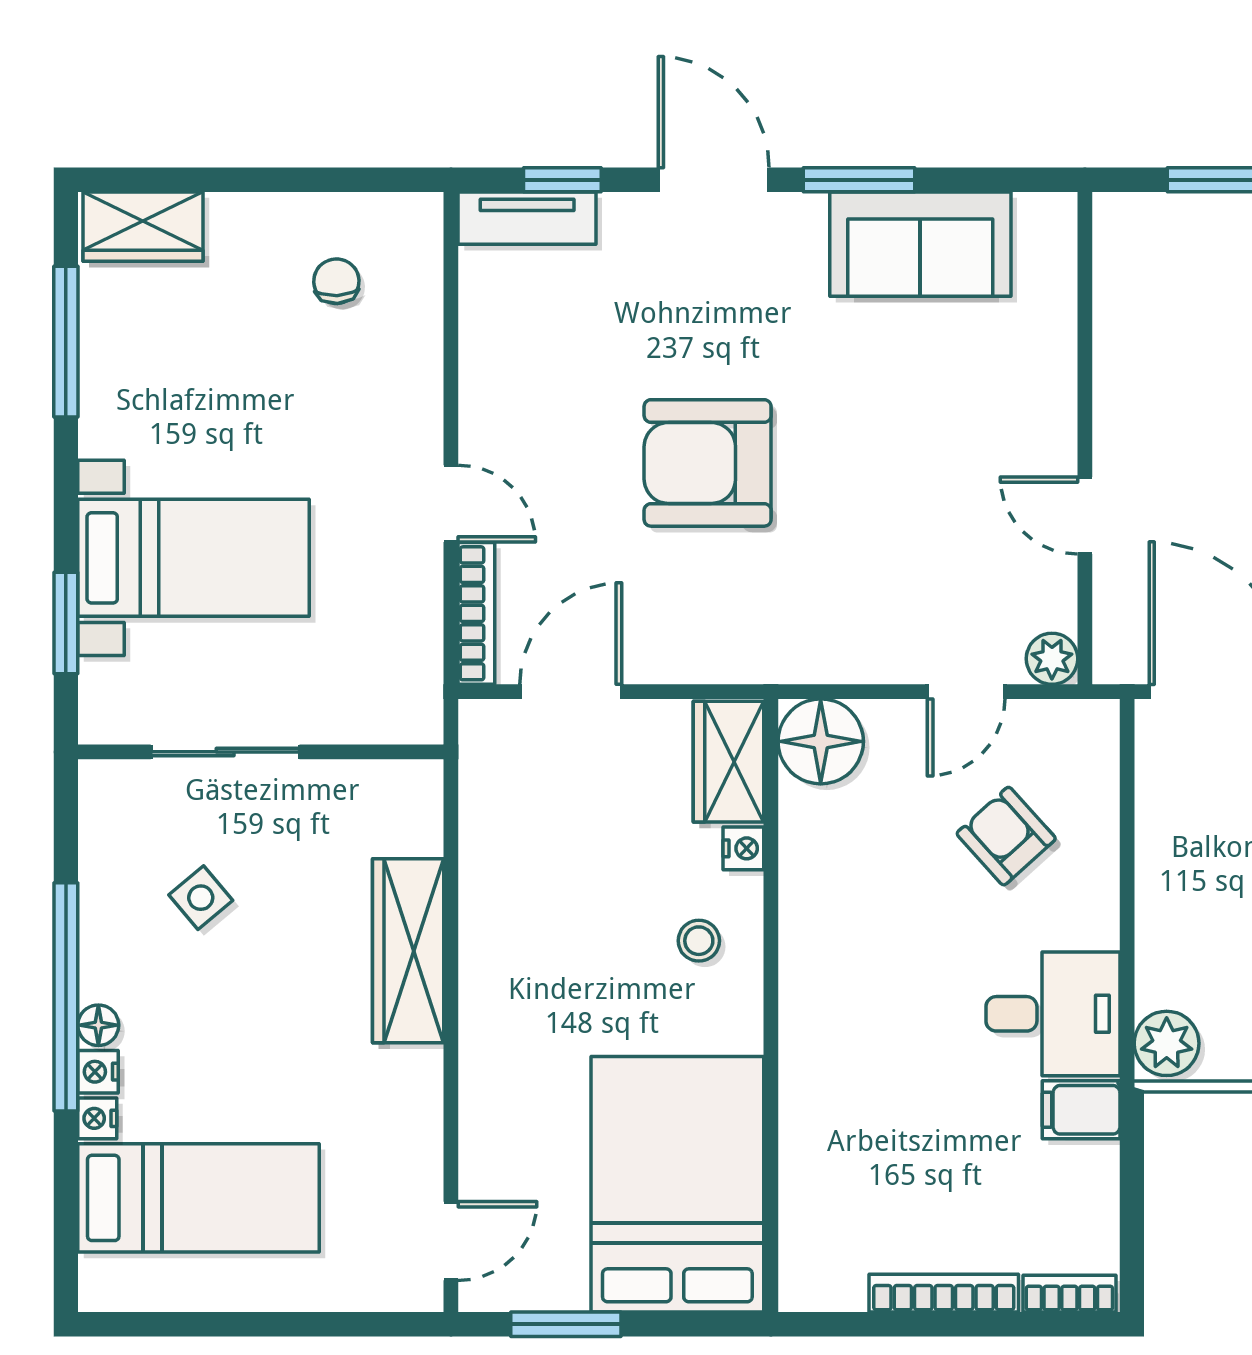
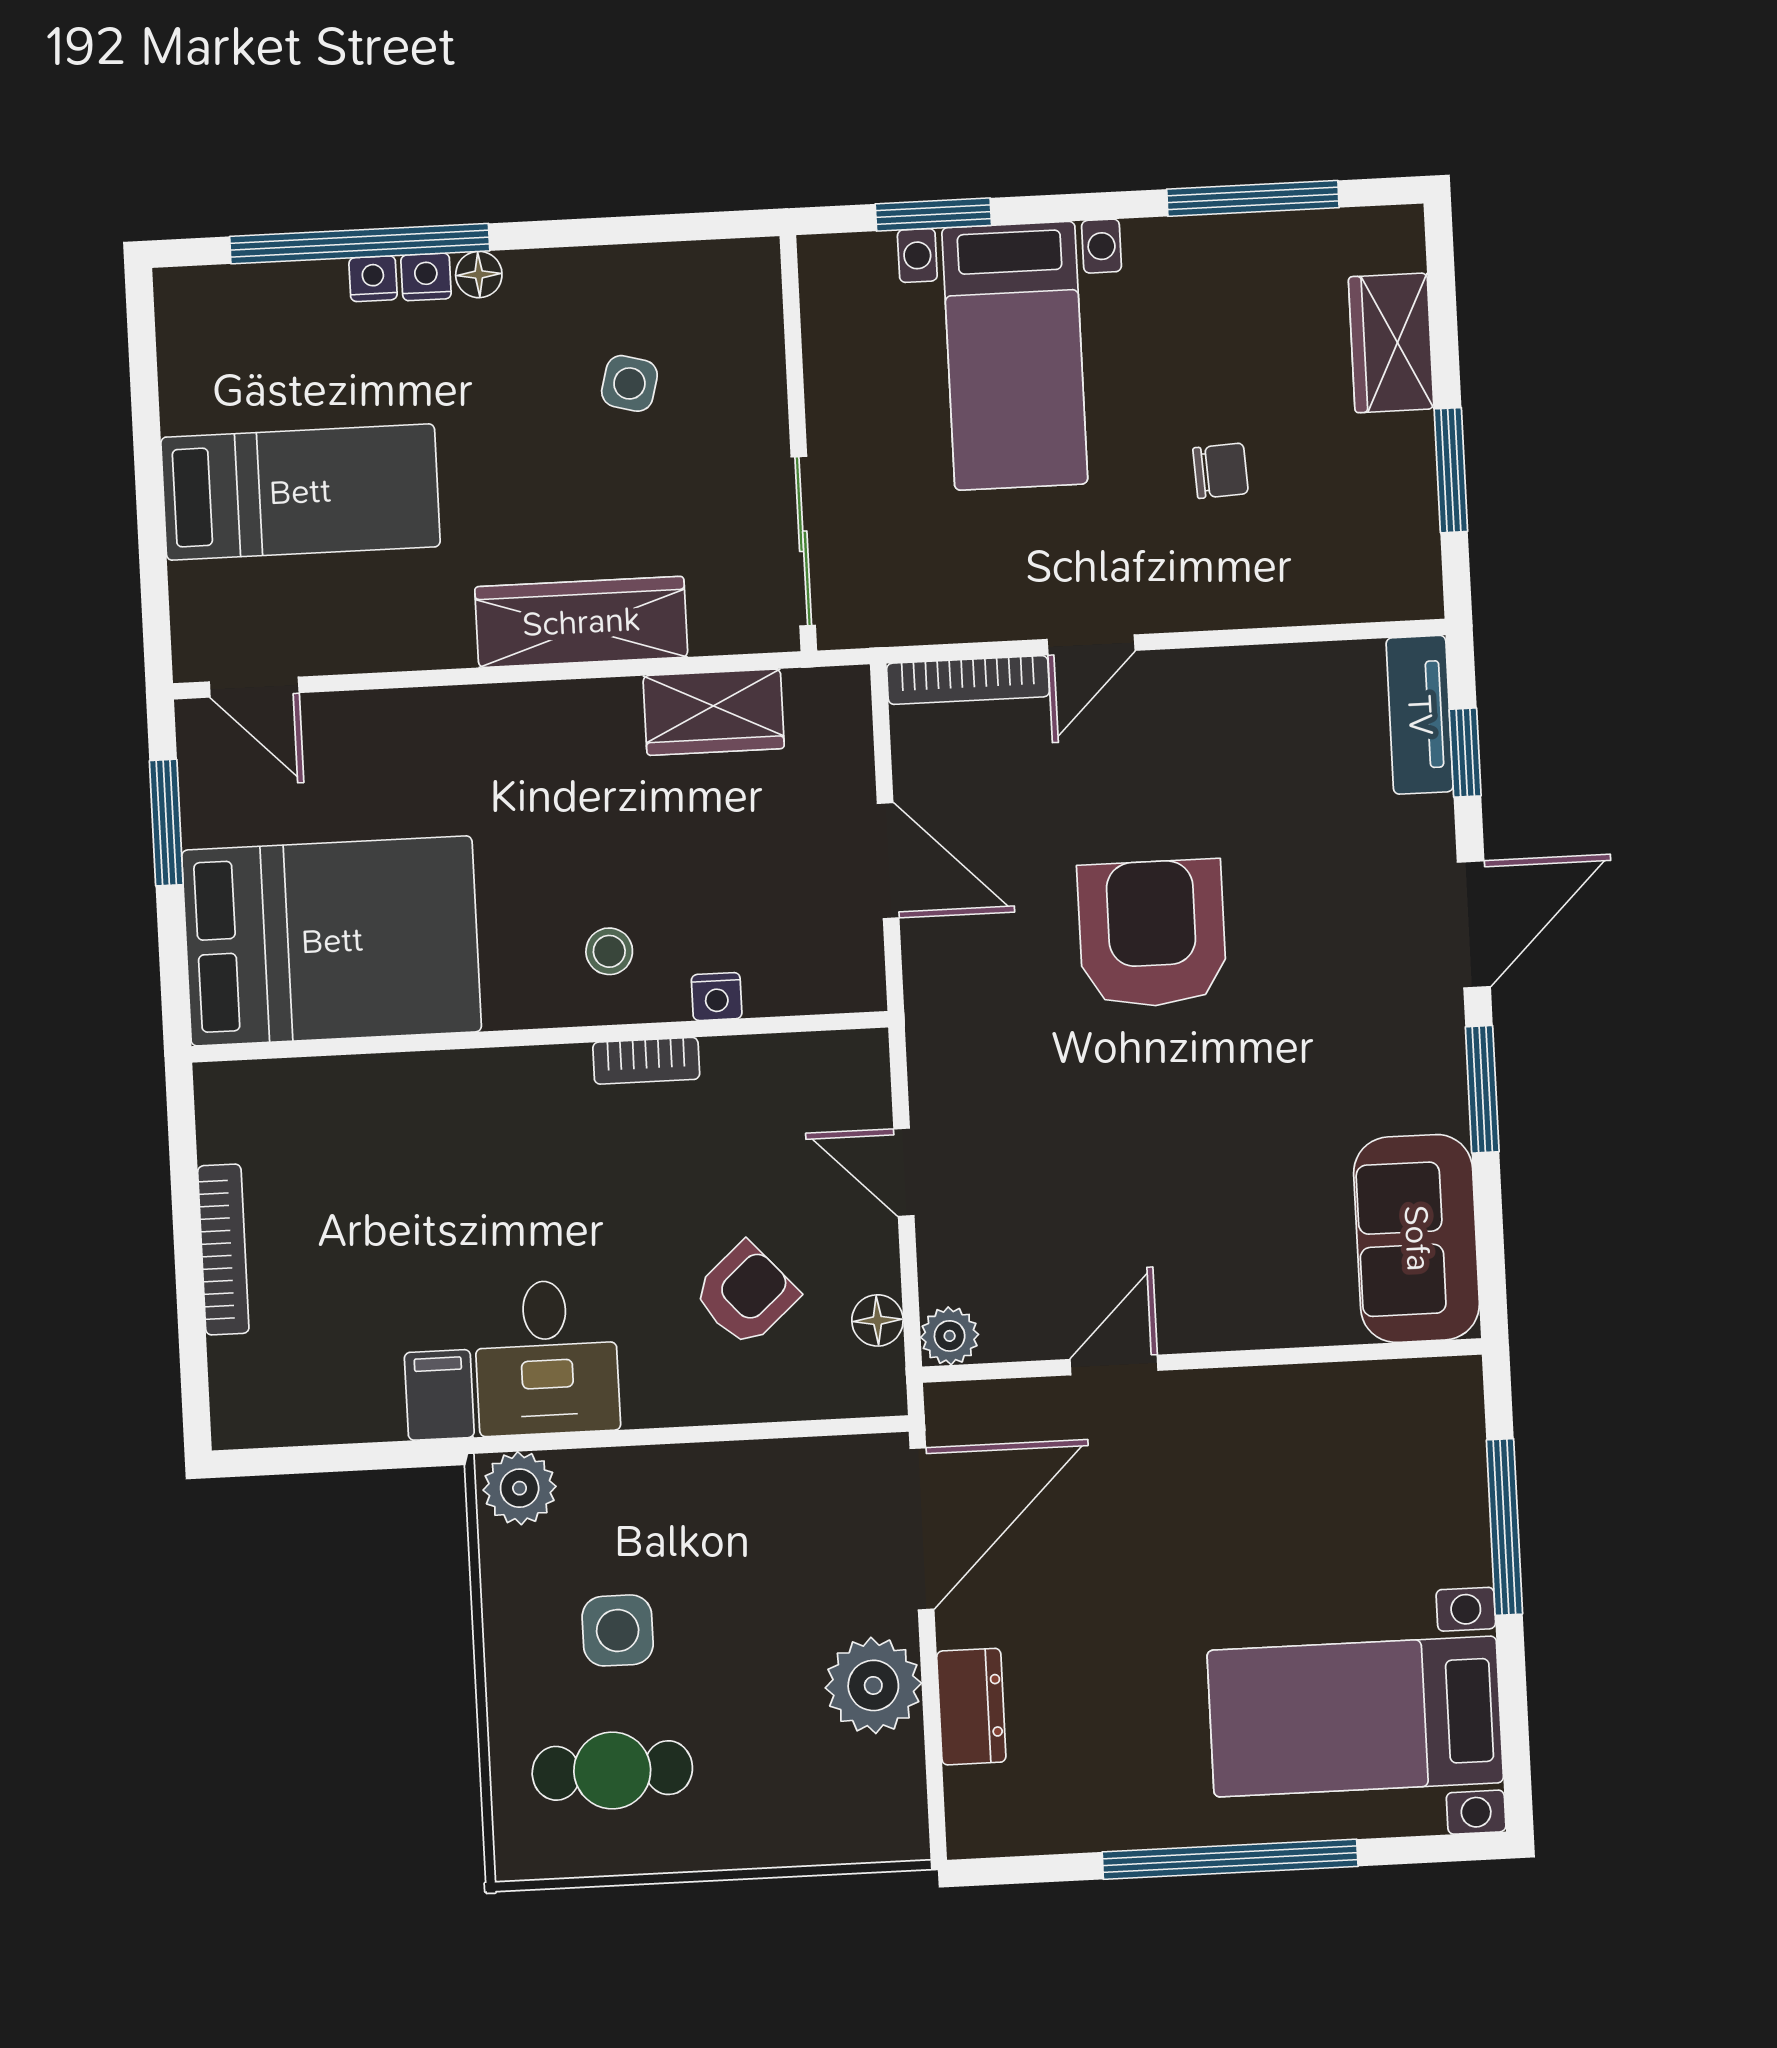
window: (314, 180) -> (1451, 470), added
wardrobe: (143, 227) -> (1391, 343), moved
sofa: (920, 244) -> (1417, 1238), moved
chair: (336, 281) -> (1221, 471), moved
door: (571, 692) -> (888, 861), moved
door: (966, 692) -> (904, 1172), moved
floor lamp: (821, 741) -> (877, 1320), moved, width x0.53, depth x0.53
sliding door: (225, 752) -> (803, 541), moved
wardrobe: (729, 762) -> (714, 712), moved, turned 180
side table: (201, 898) -> (629, 383), turned -35
window: (66, 997) -> (360, 244), moved
bed: (198, 1198) -> (300, 492), moved, turned -90
bookcase: (1069, 1294) -> (646, 1061), moved, turned 90

